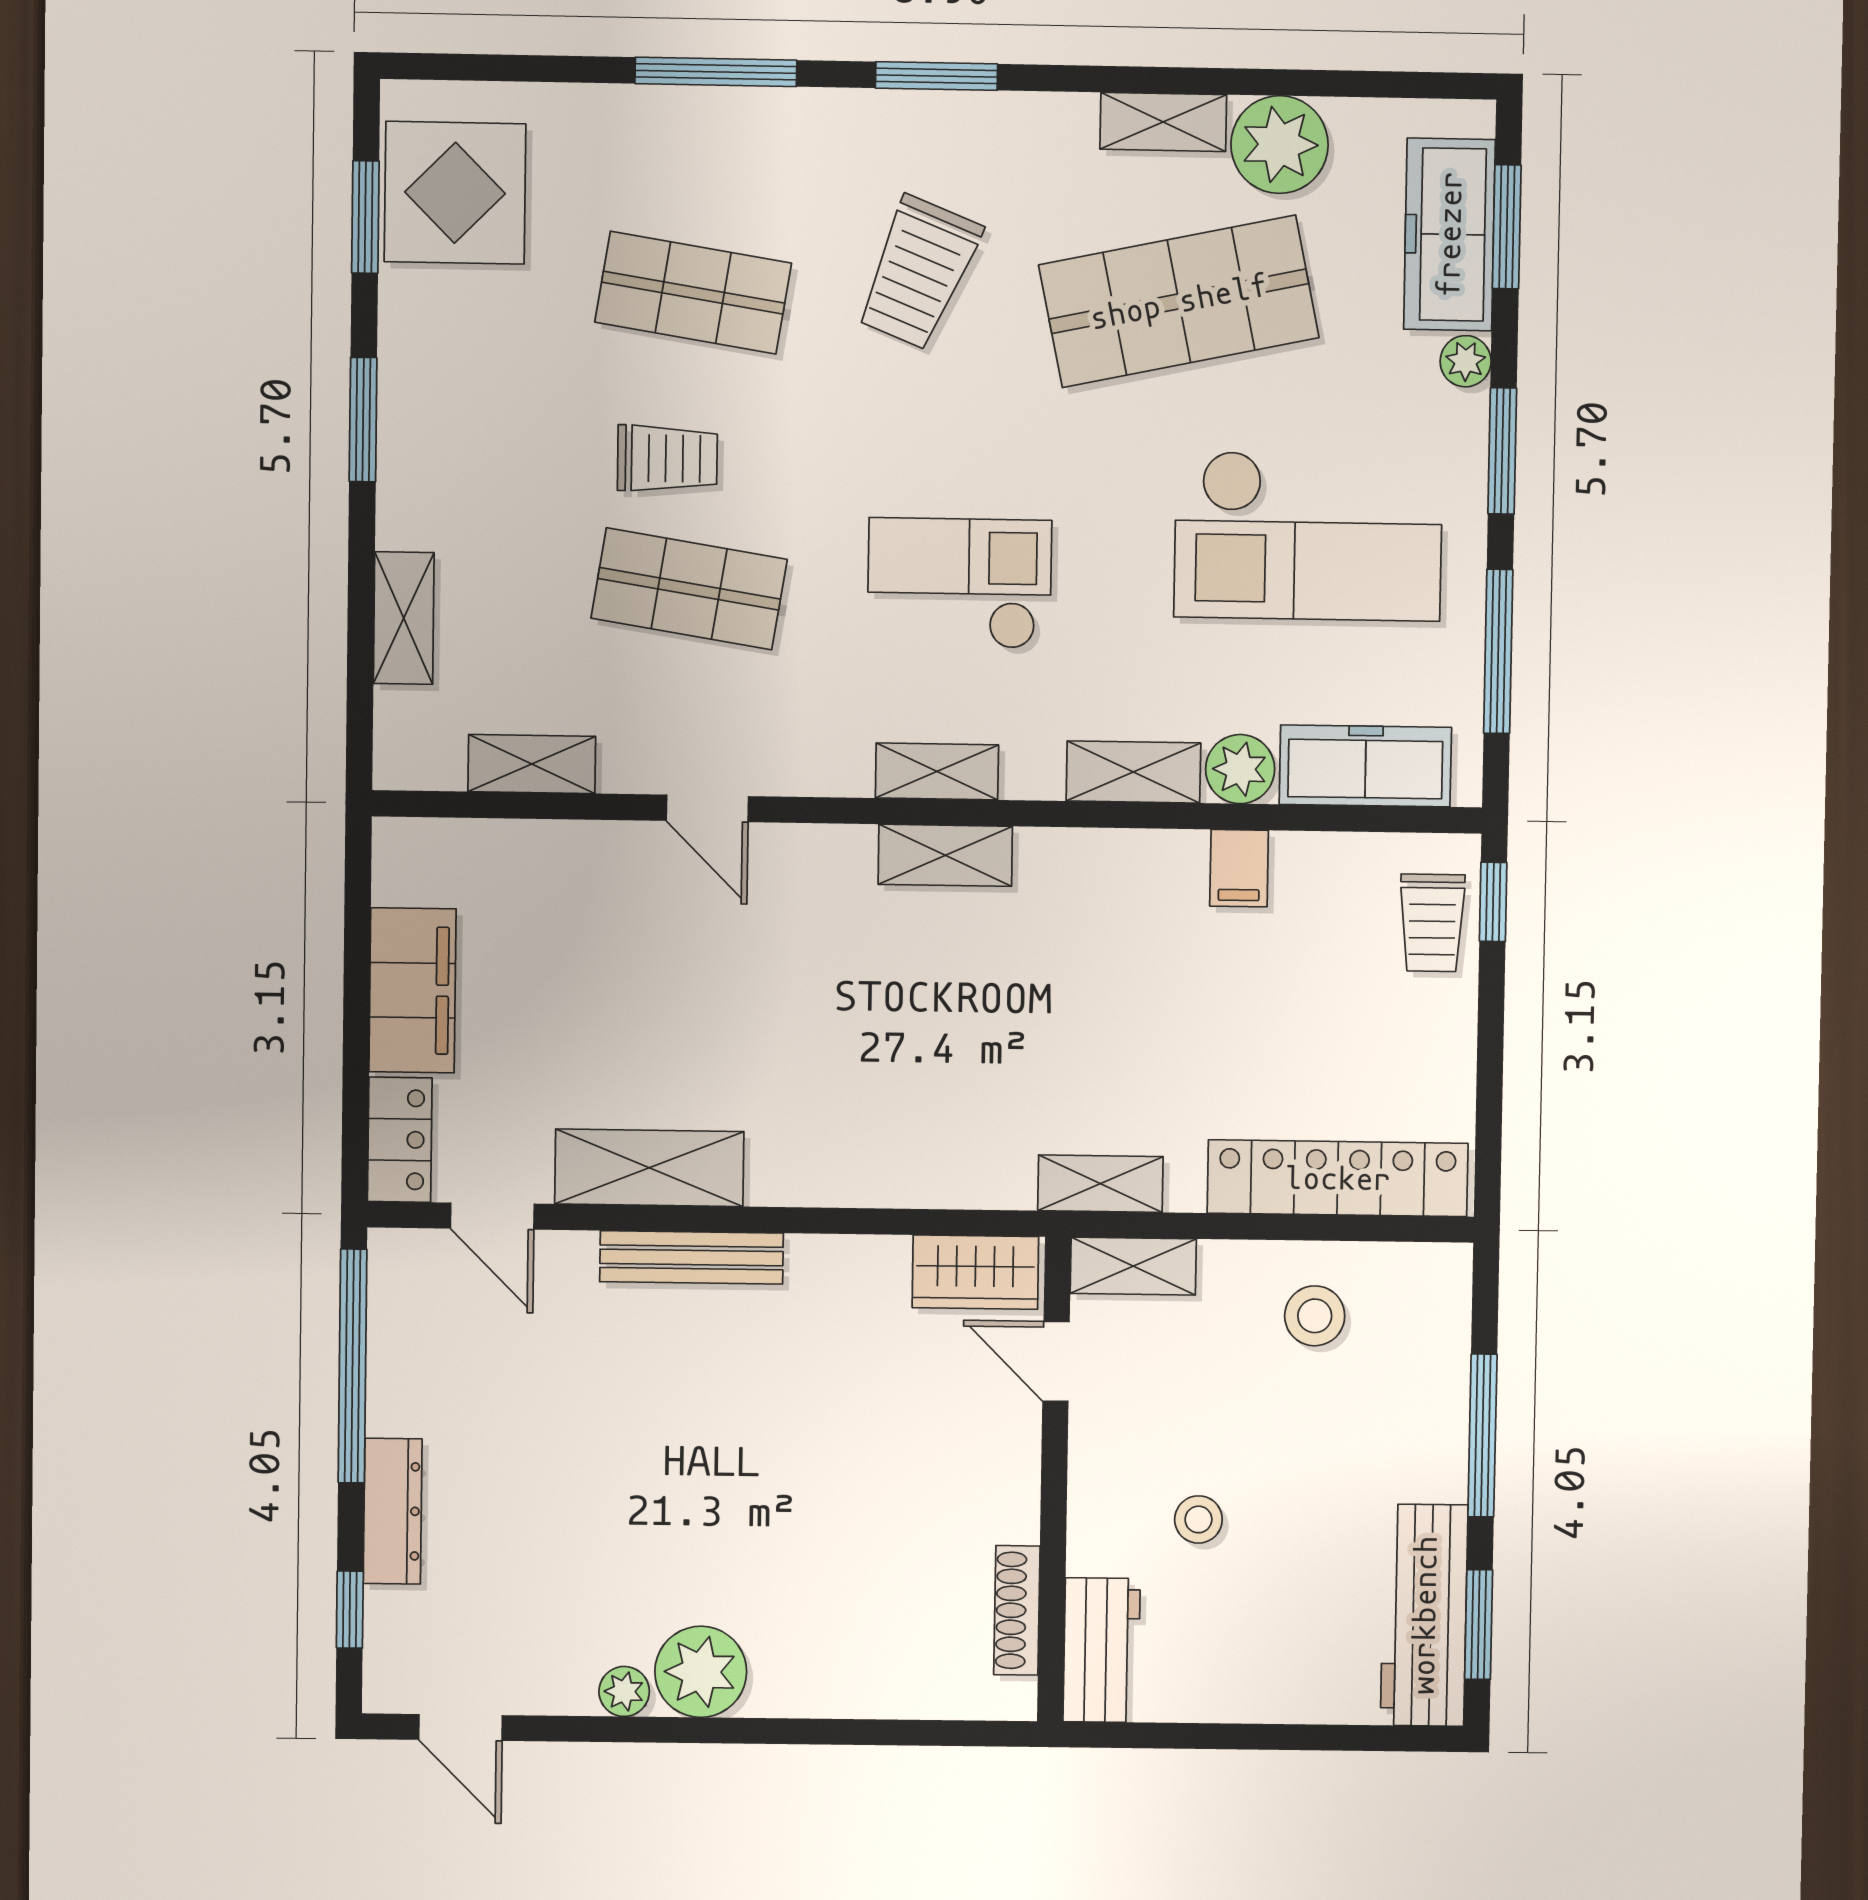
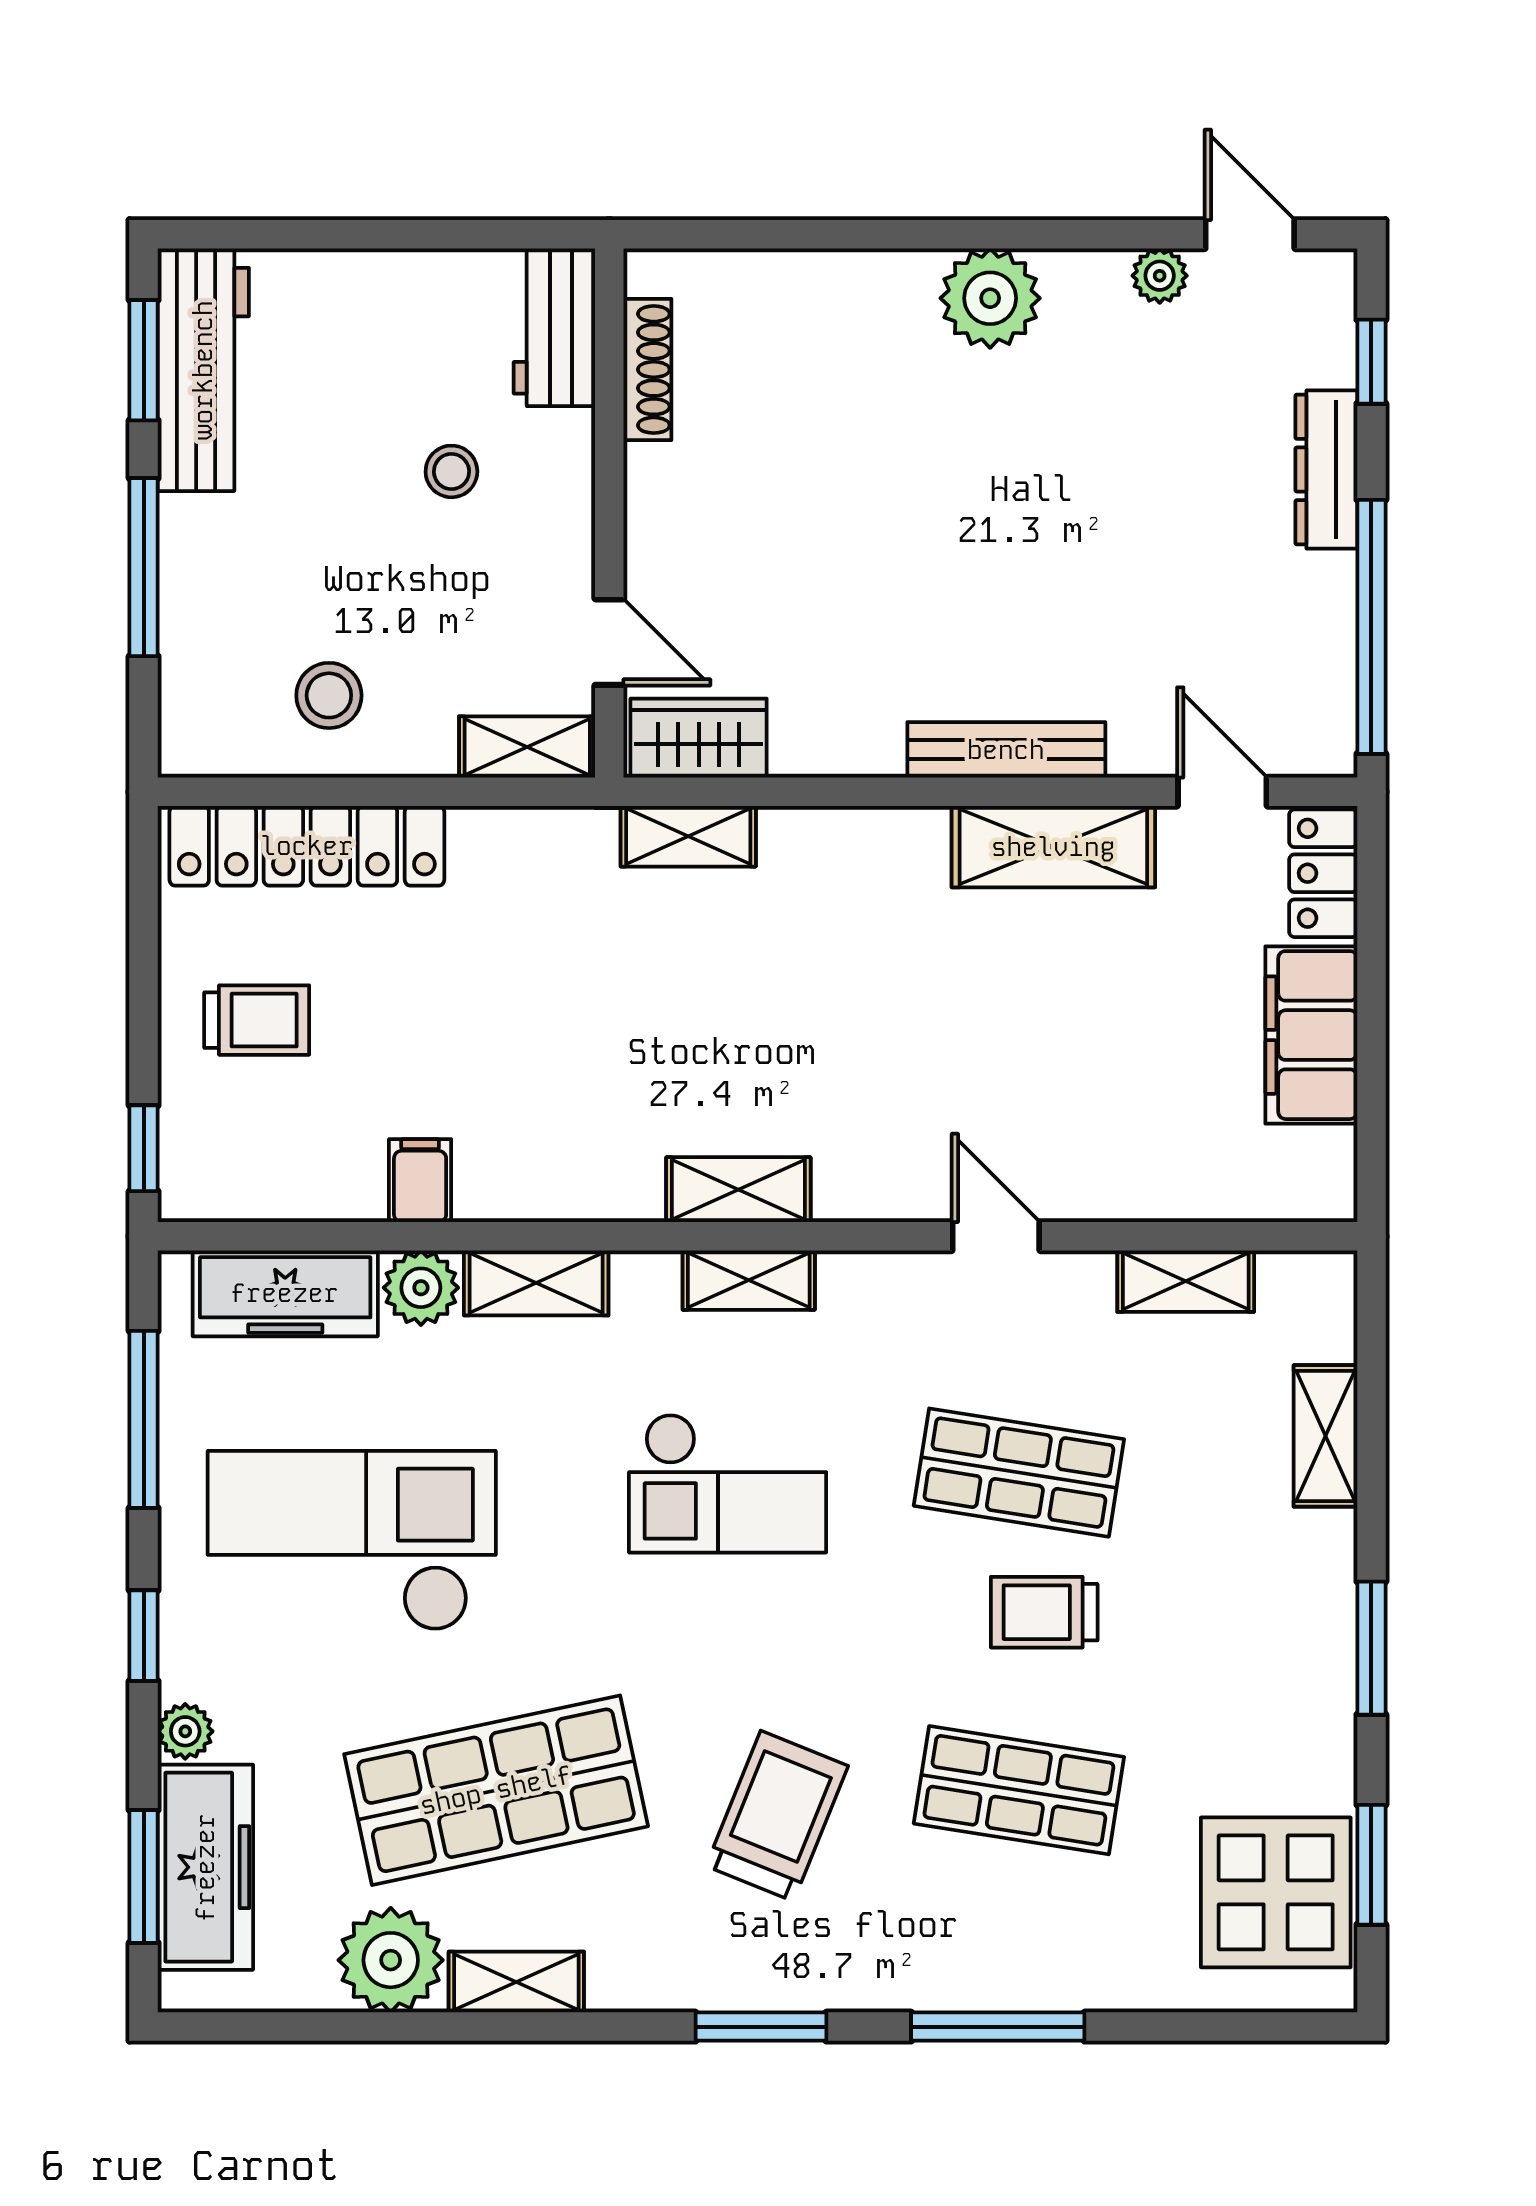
window: (1502, 451) -> (144, 1636), width x0.67
trolley: (1432, 923) -> (257, 1020), moved, turned 90
shelving: (1100, 1184) -> (688, 836), moved
plant: (624, 1691) -> (1160, 276), moved

